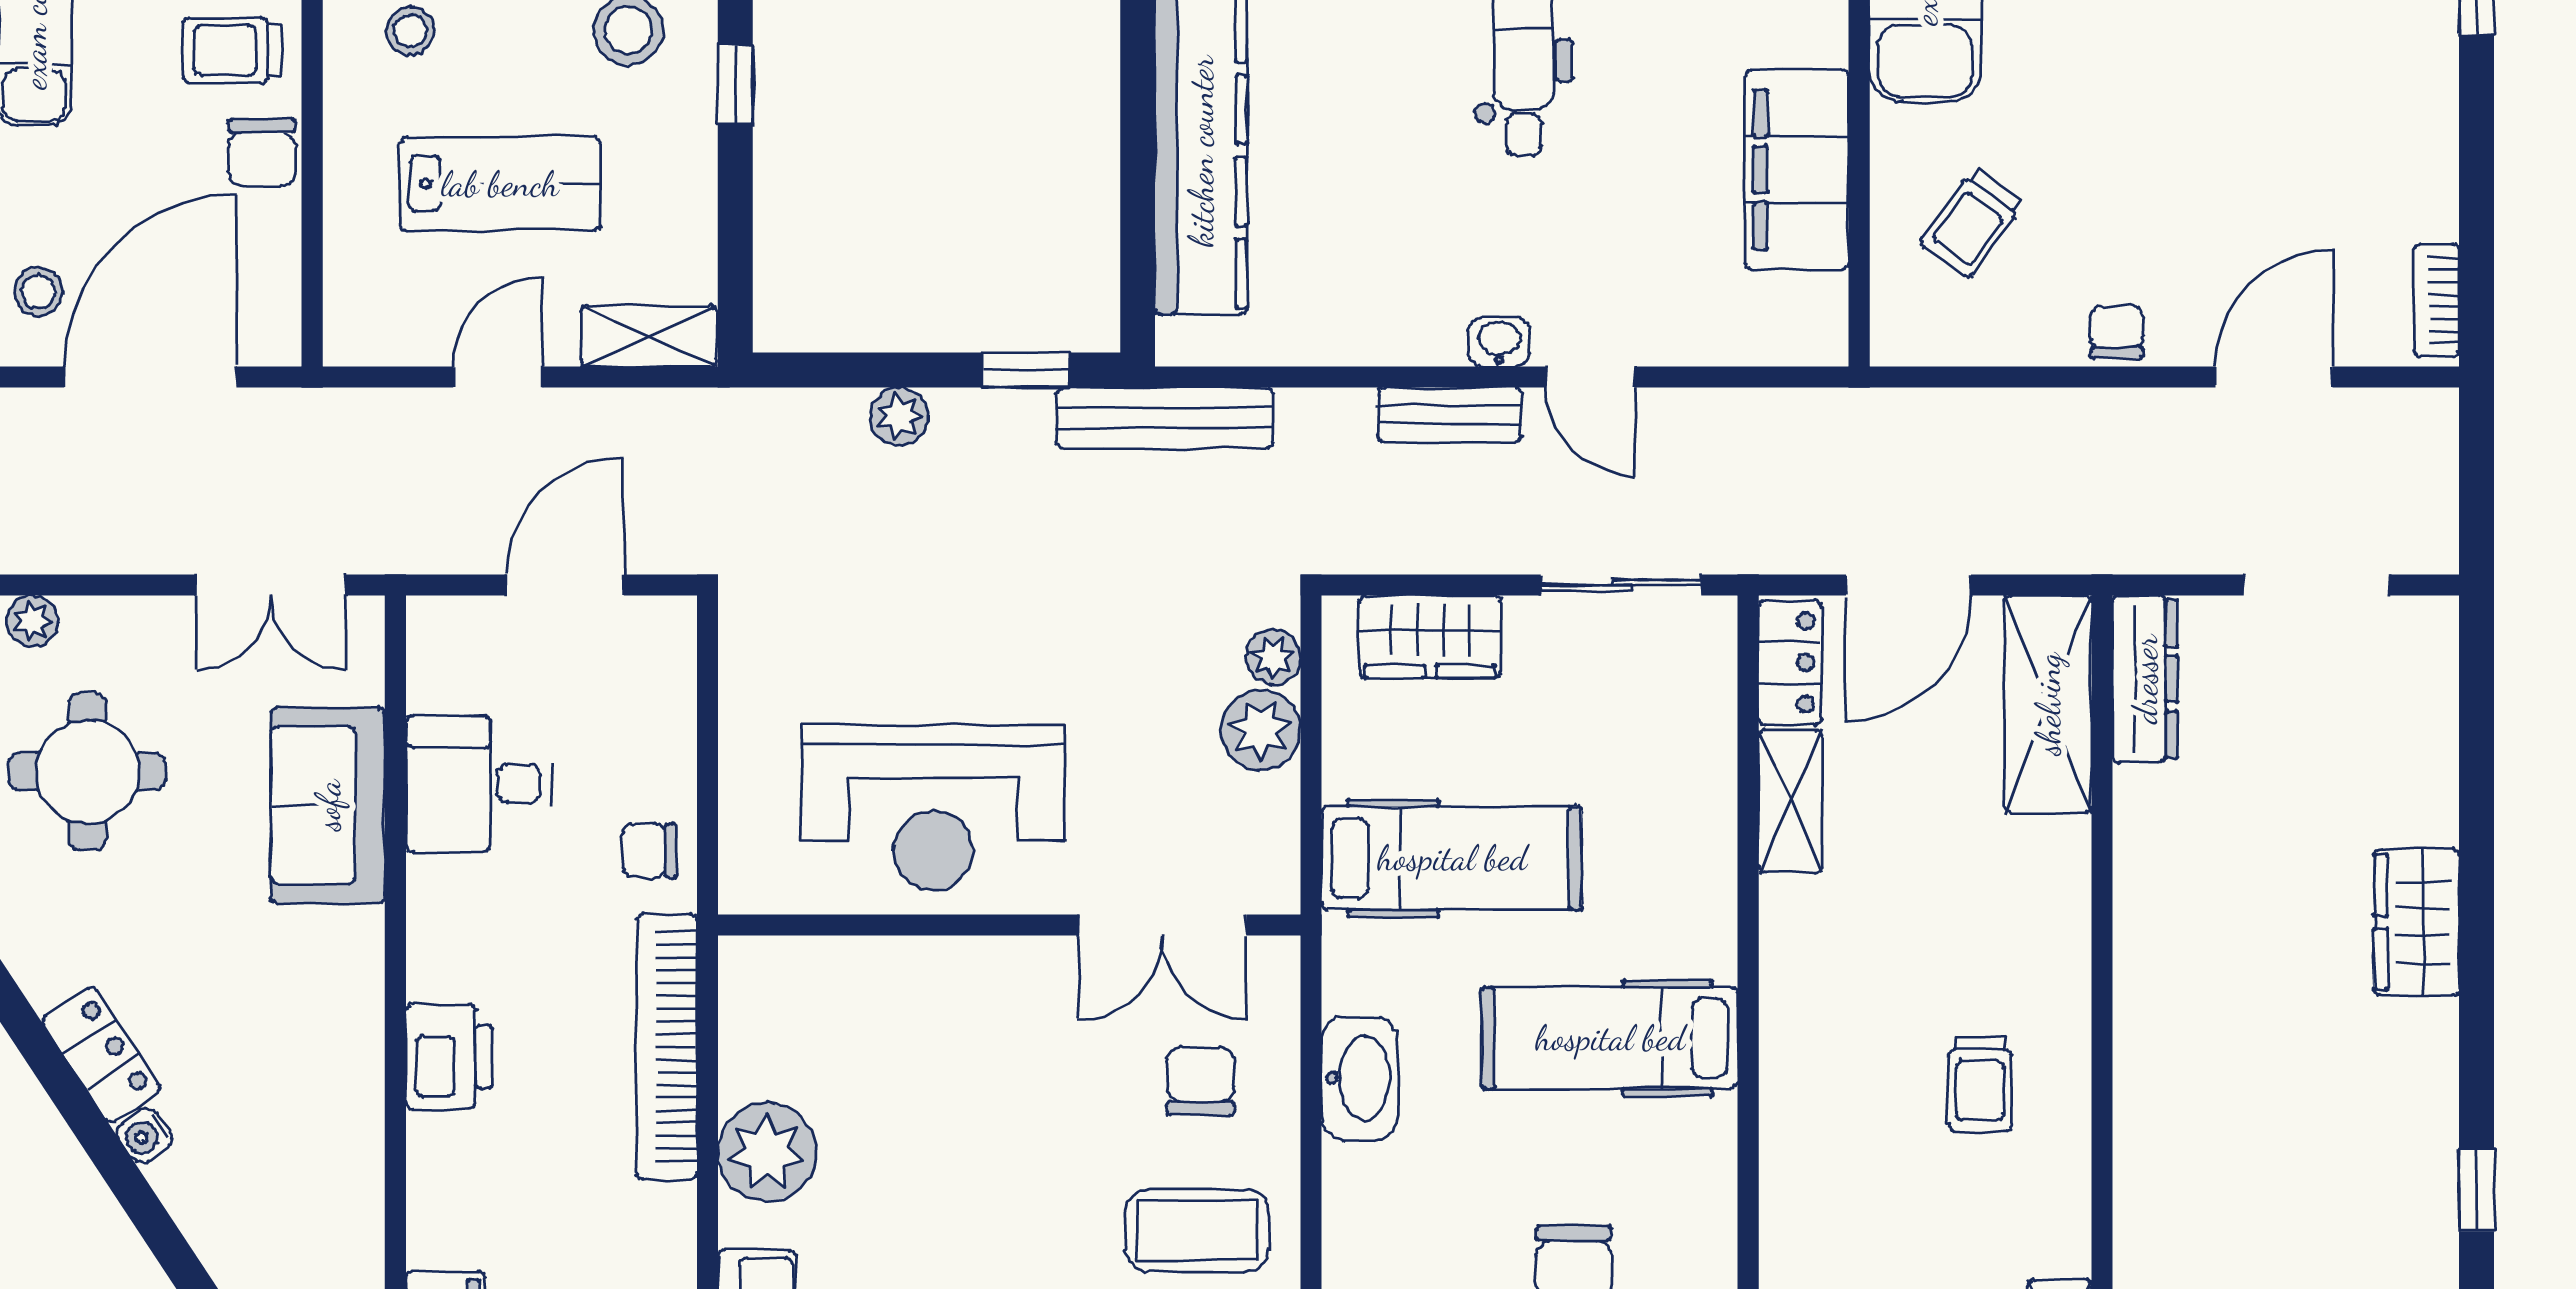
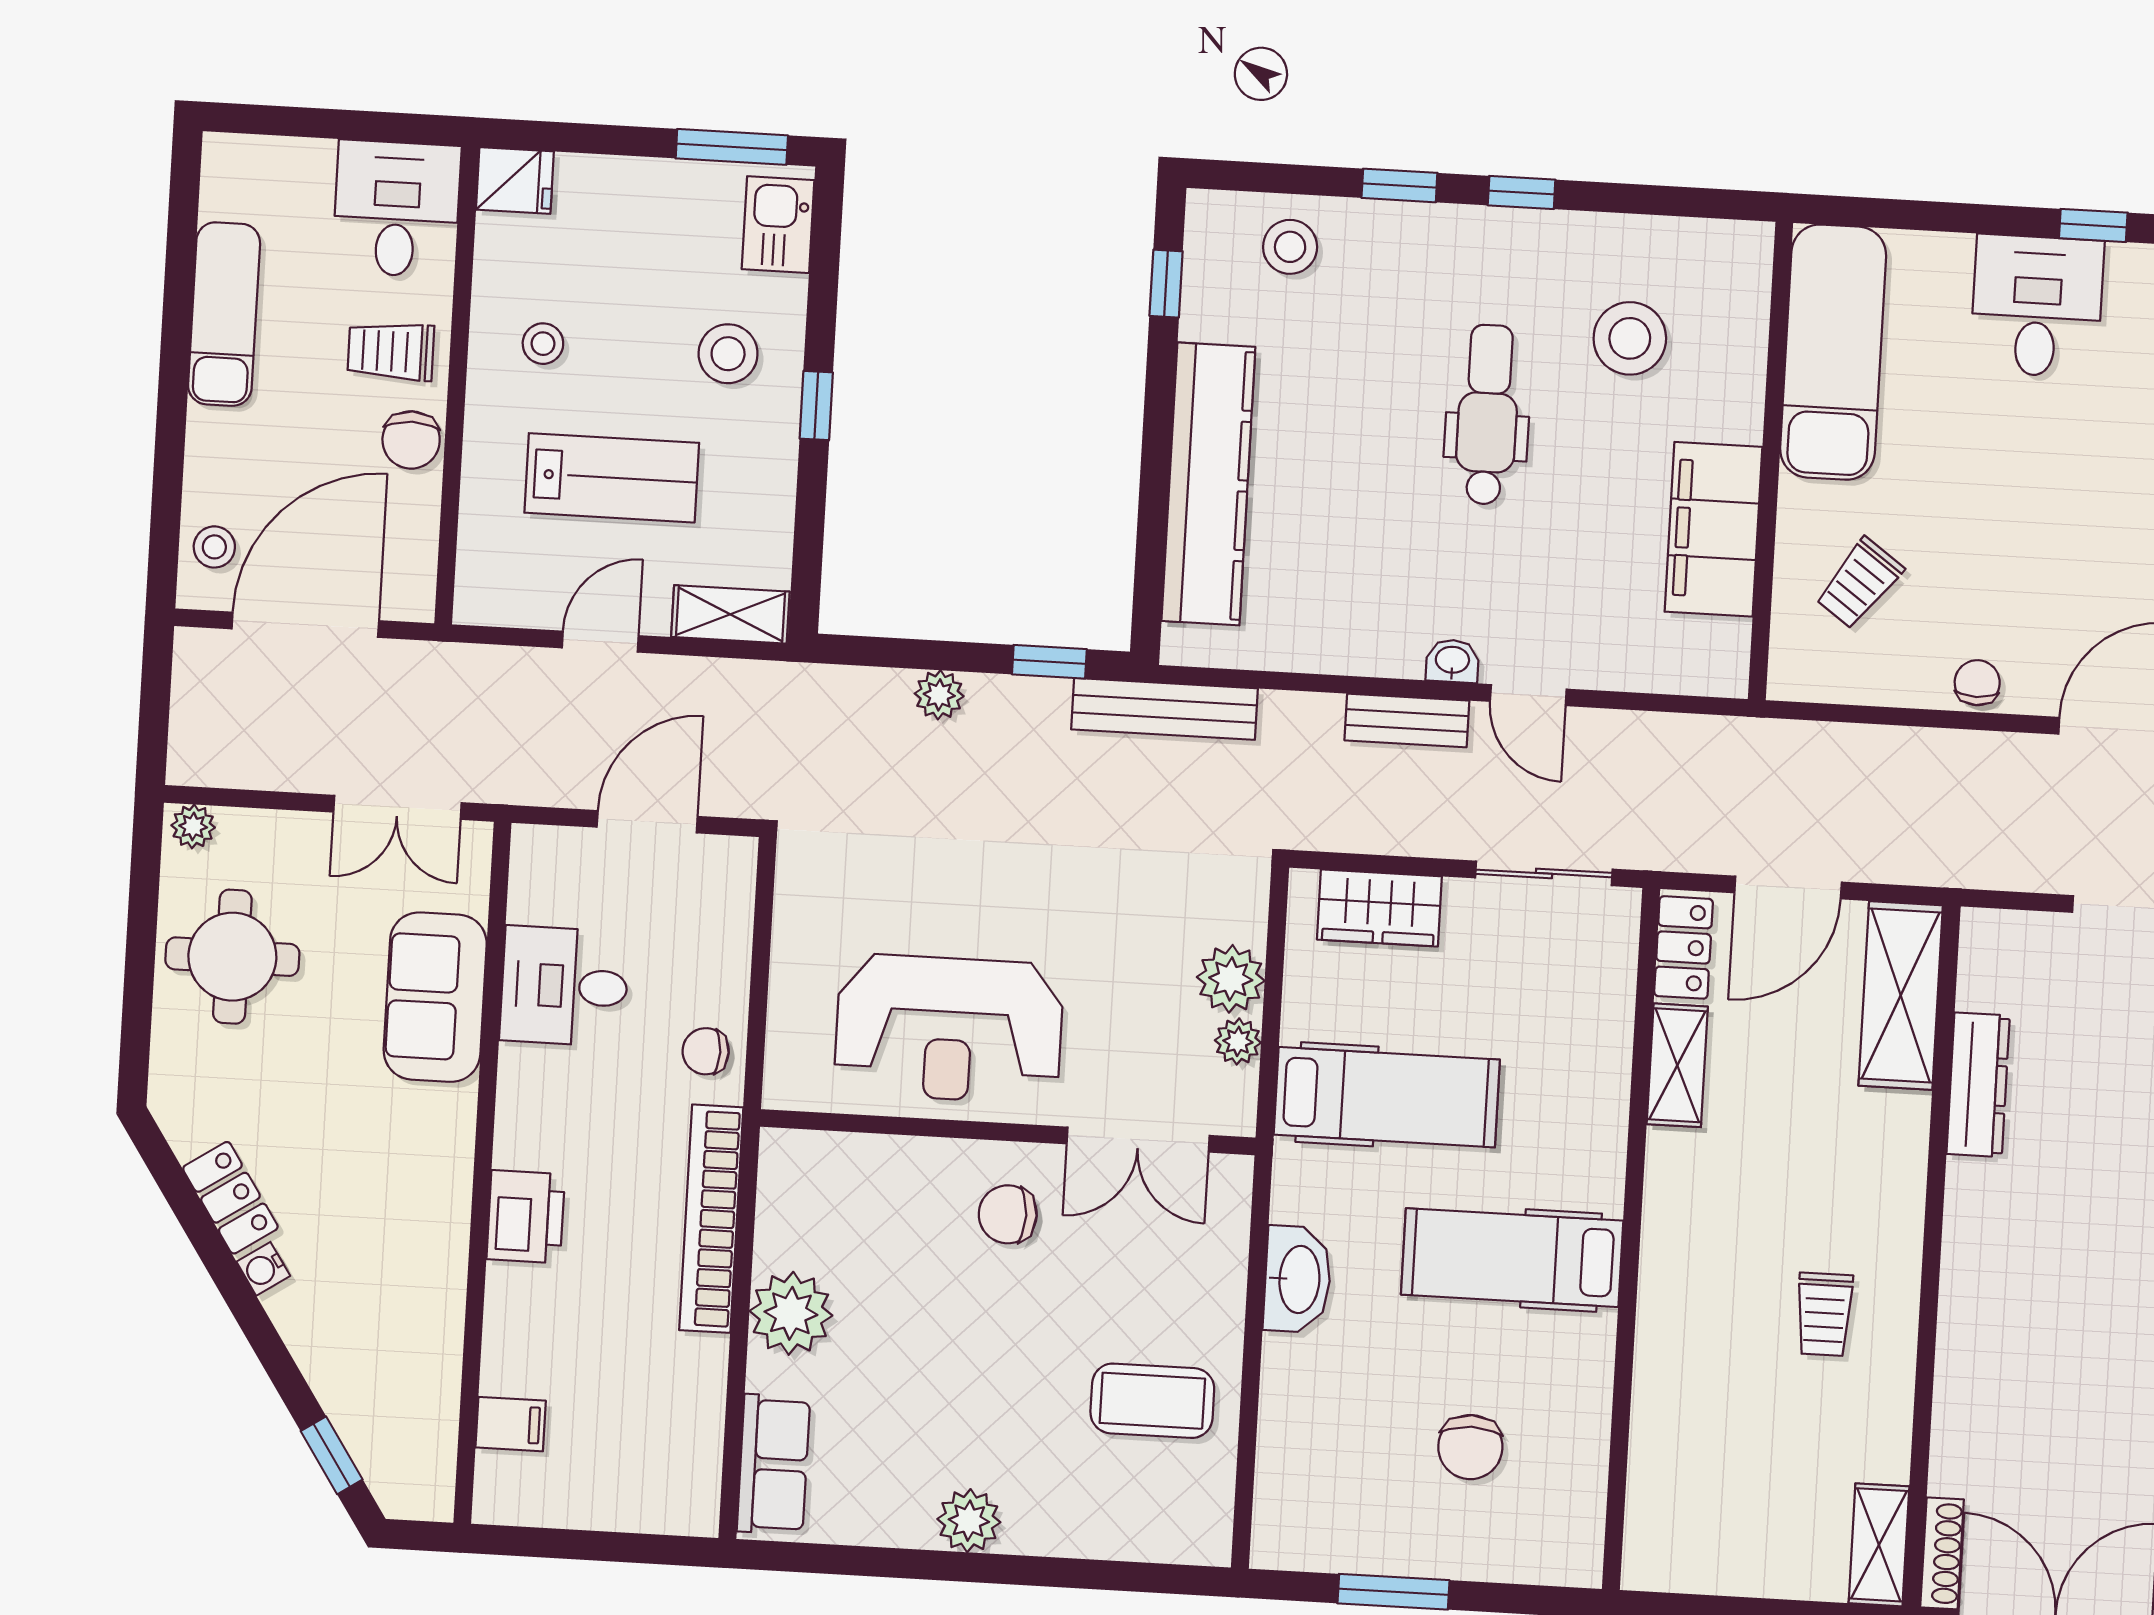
plant: (1273, 657) -> (1238, 1041), moved
dresser: (2145, 679) -> (1978, 1085), moved
chair: (1201, 1081) -> (1008, 1214), moved, turned -90

